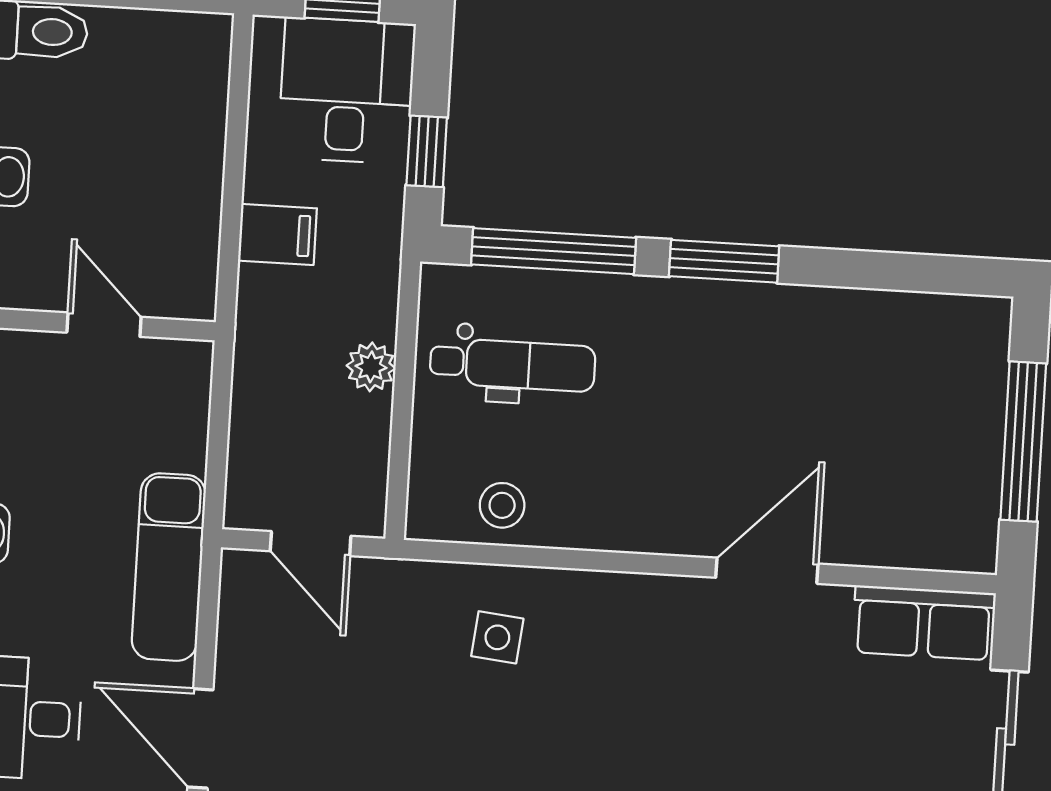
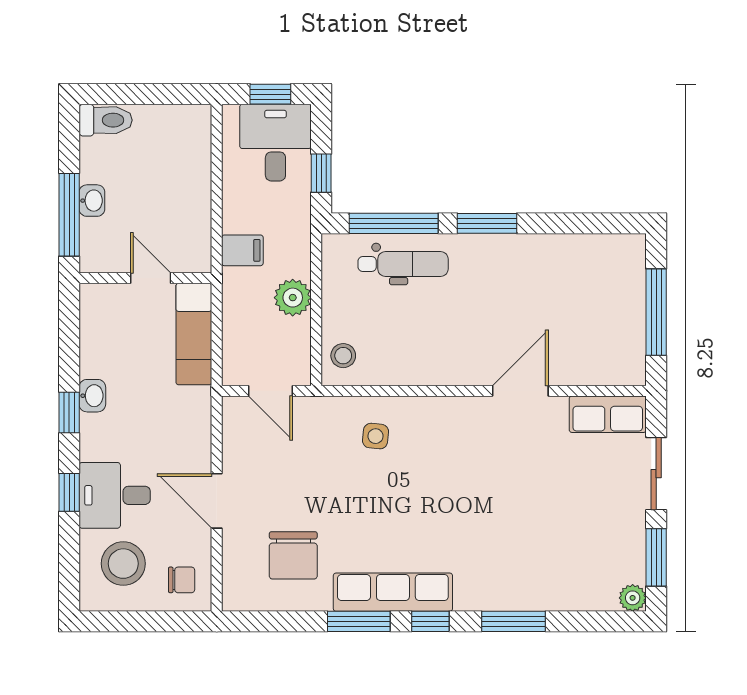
filing cabinet: (277, 234) -> (242, 250), moved
dental chair: (513, 365) -> (403, 264), moved
plant: (371, 367) -> (293, 298), width x1.38, depth x1.38
stool: (502, 505) -> (343, 356), moved
exam couch: (169, 567) -> (194, 334), moved

